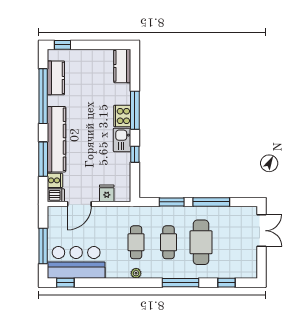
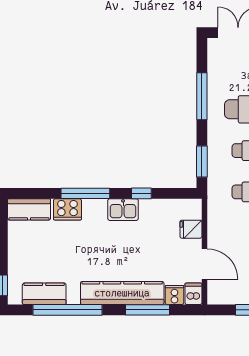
cooker: (122, 116) -> (67, 209), moved
window: (172, 202) -> (202, 162), moved

